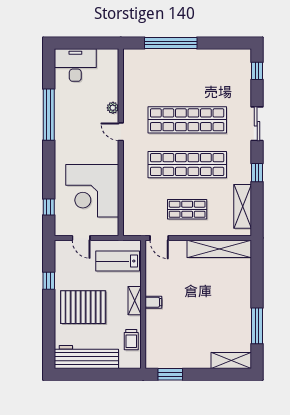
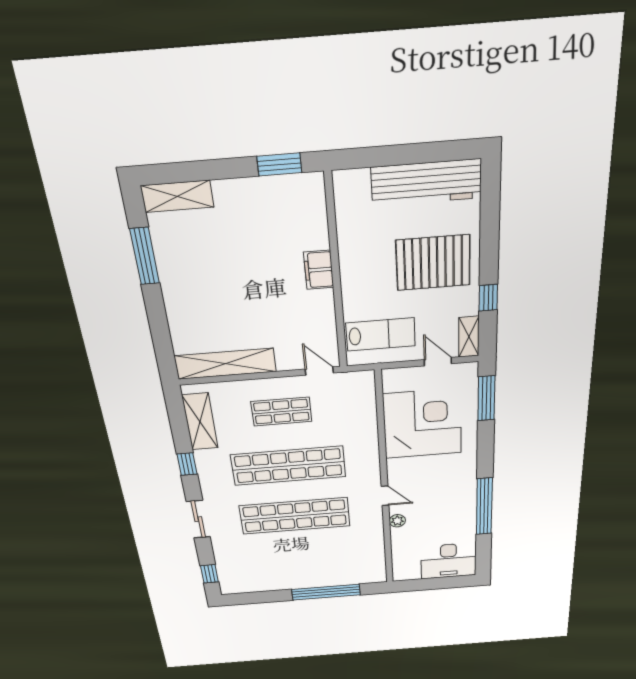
window: (49, 207) -> (486, 398), width x2.17
shelving: (135, 301) -> (469, 337), moved
filing cabinet: (153, 302) -> (319, 270), width x2.00
trolley: (131, 340) -> (351, 217), removed

